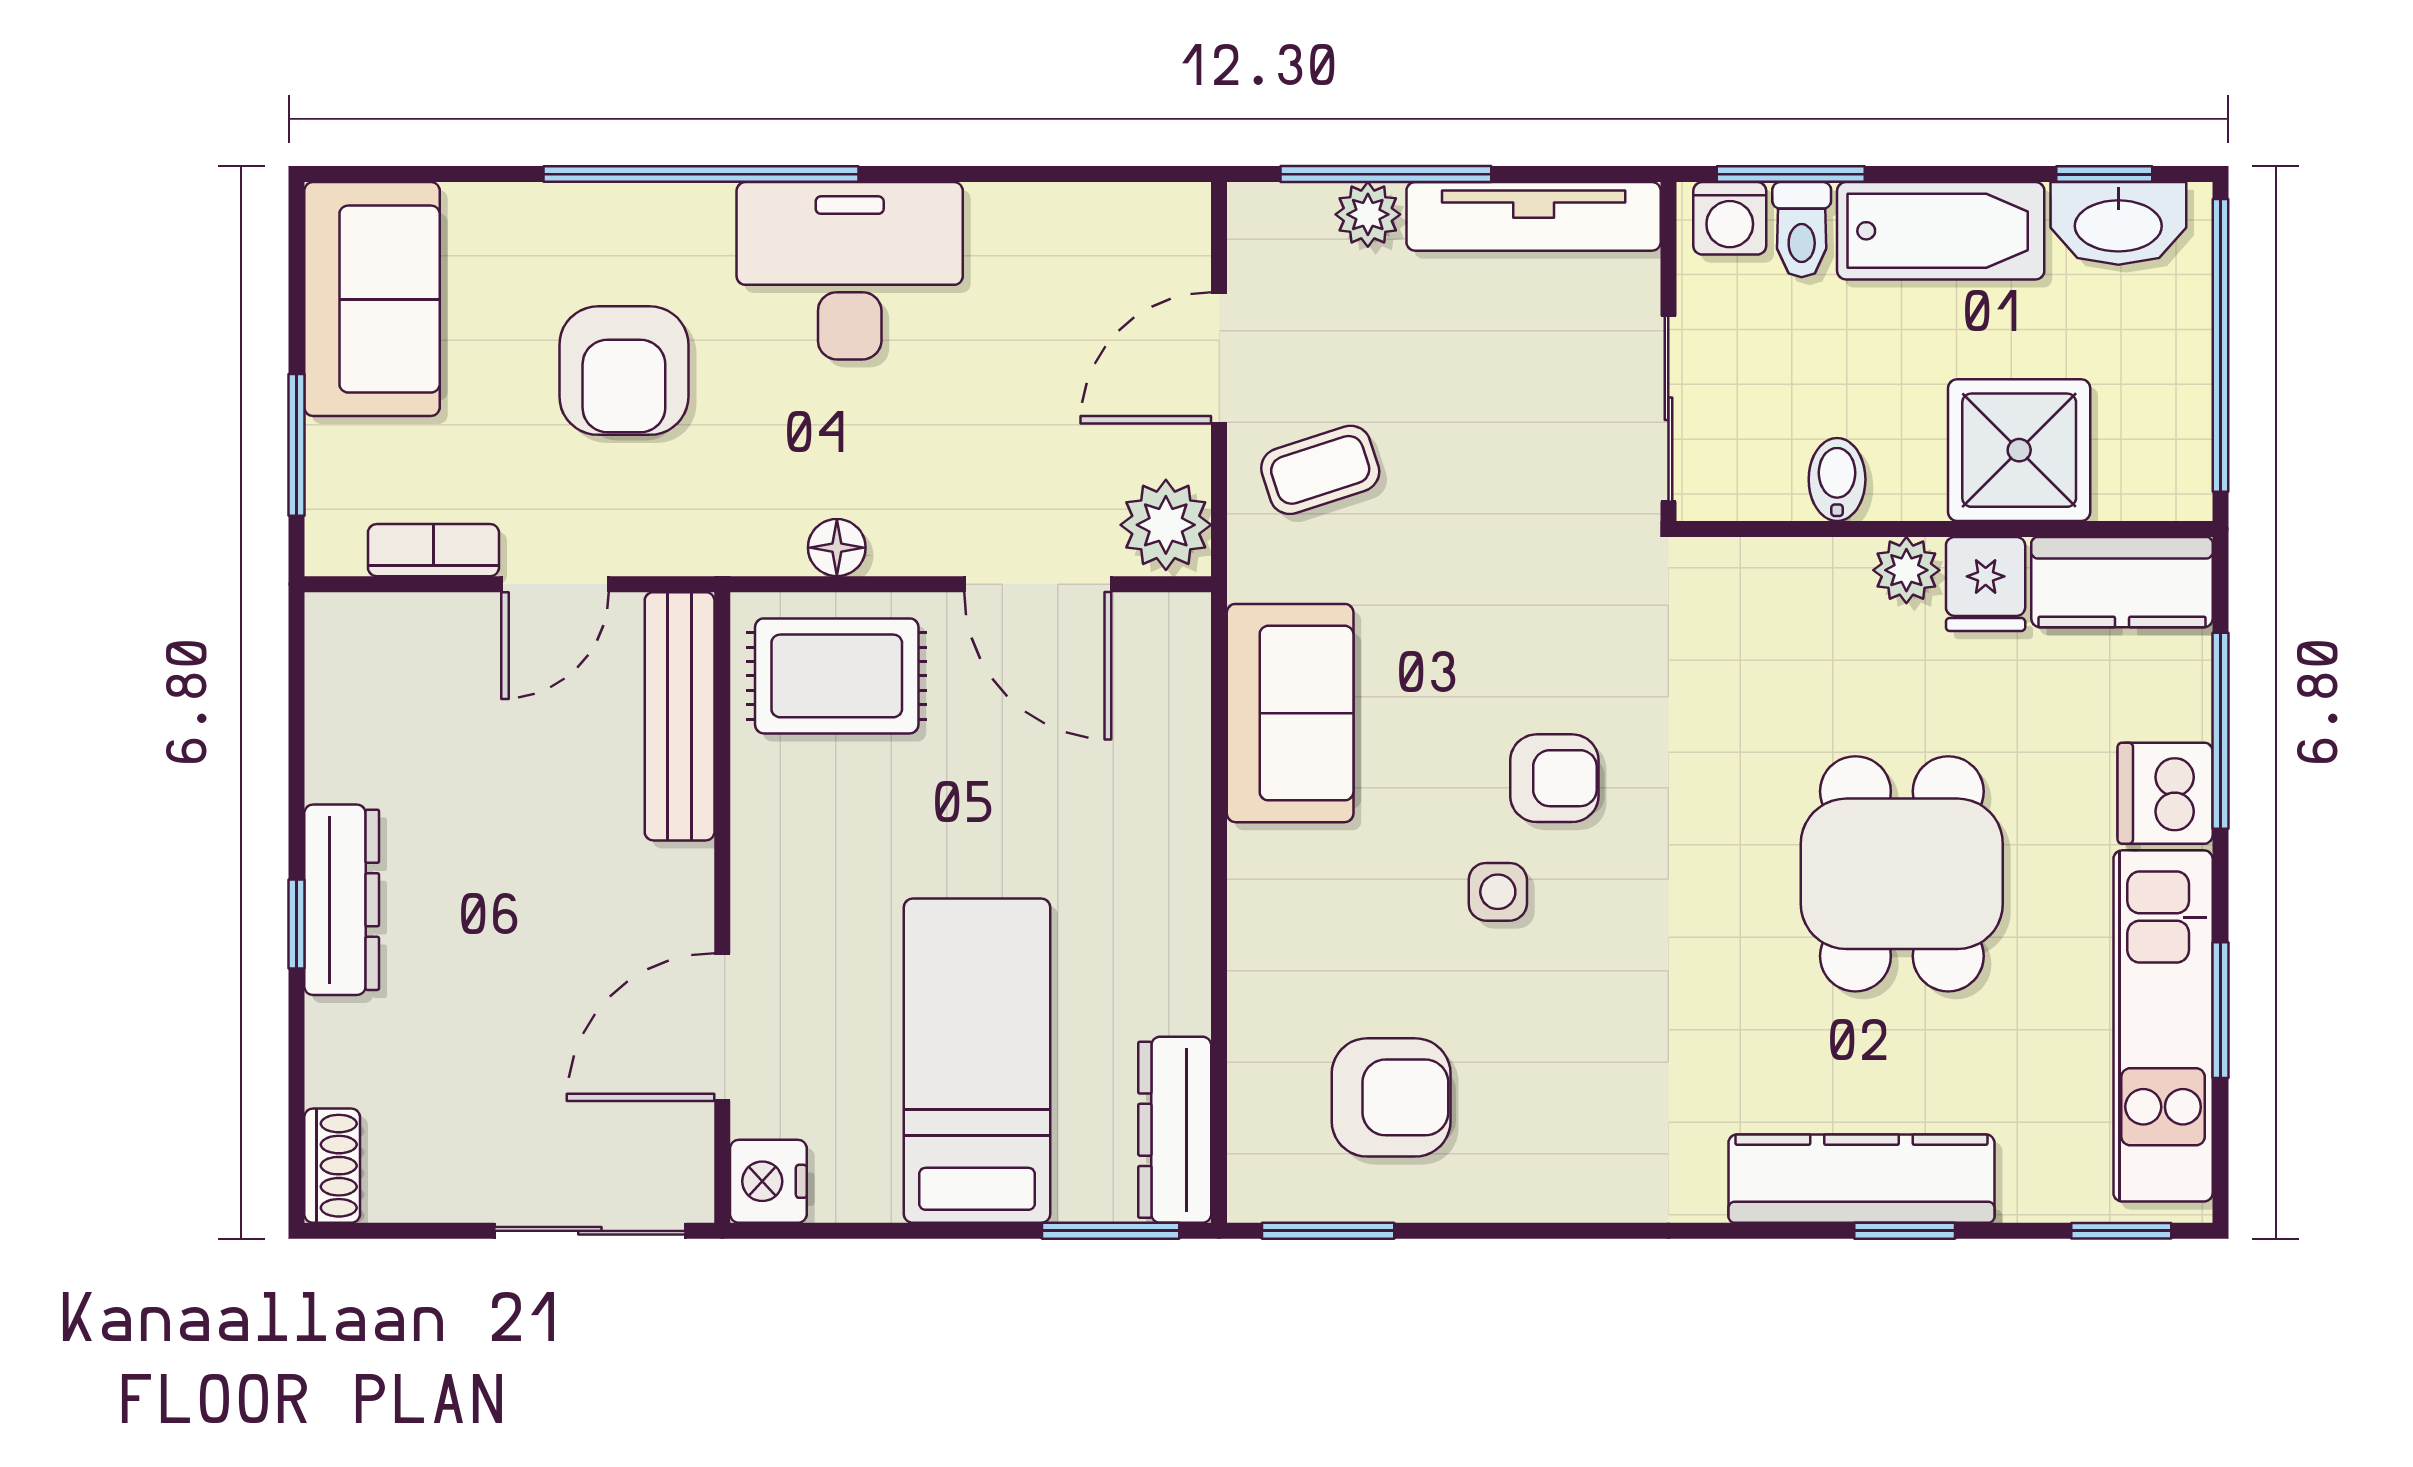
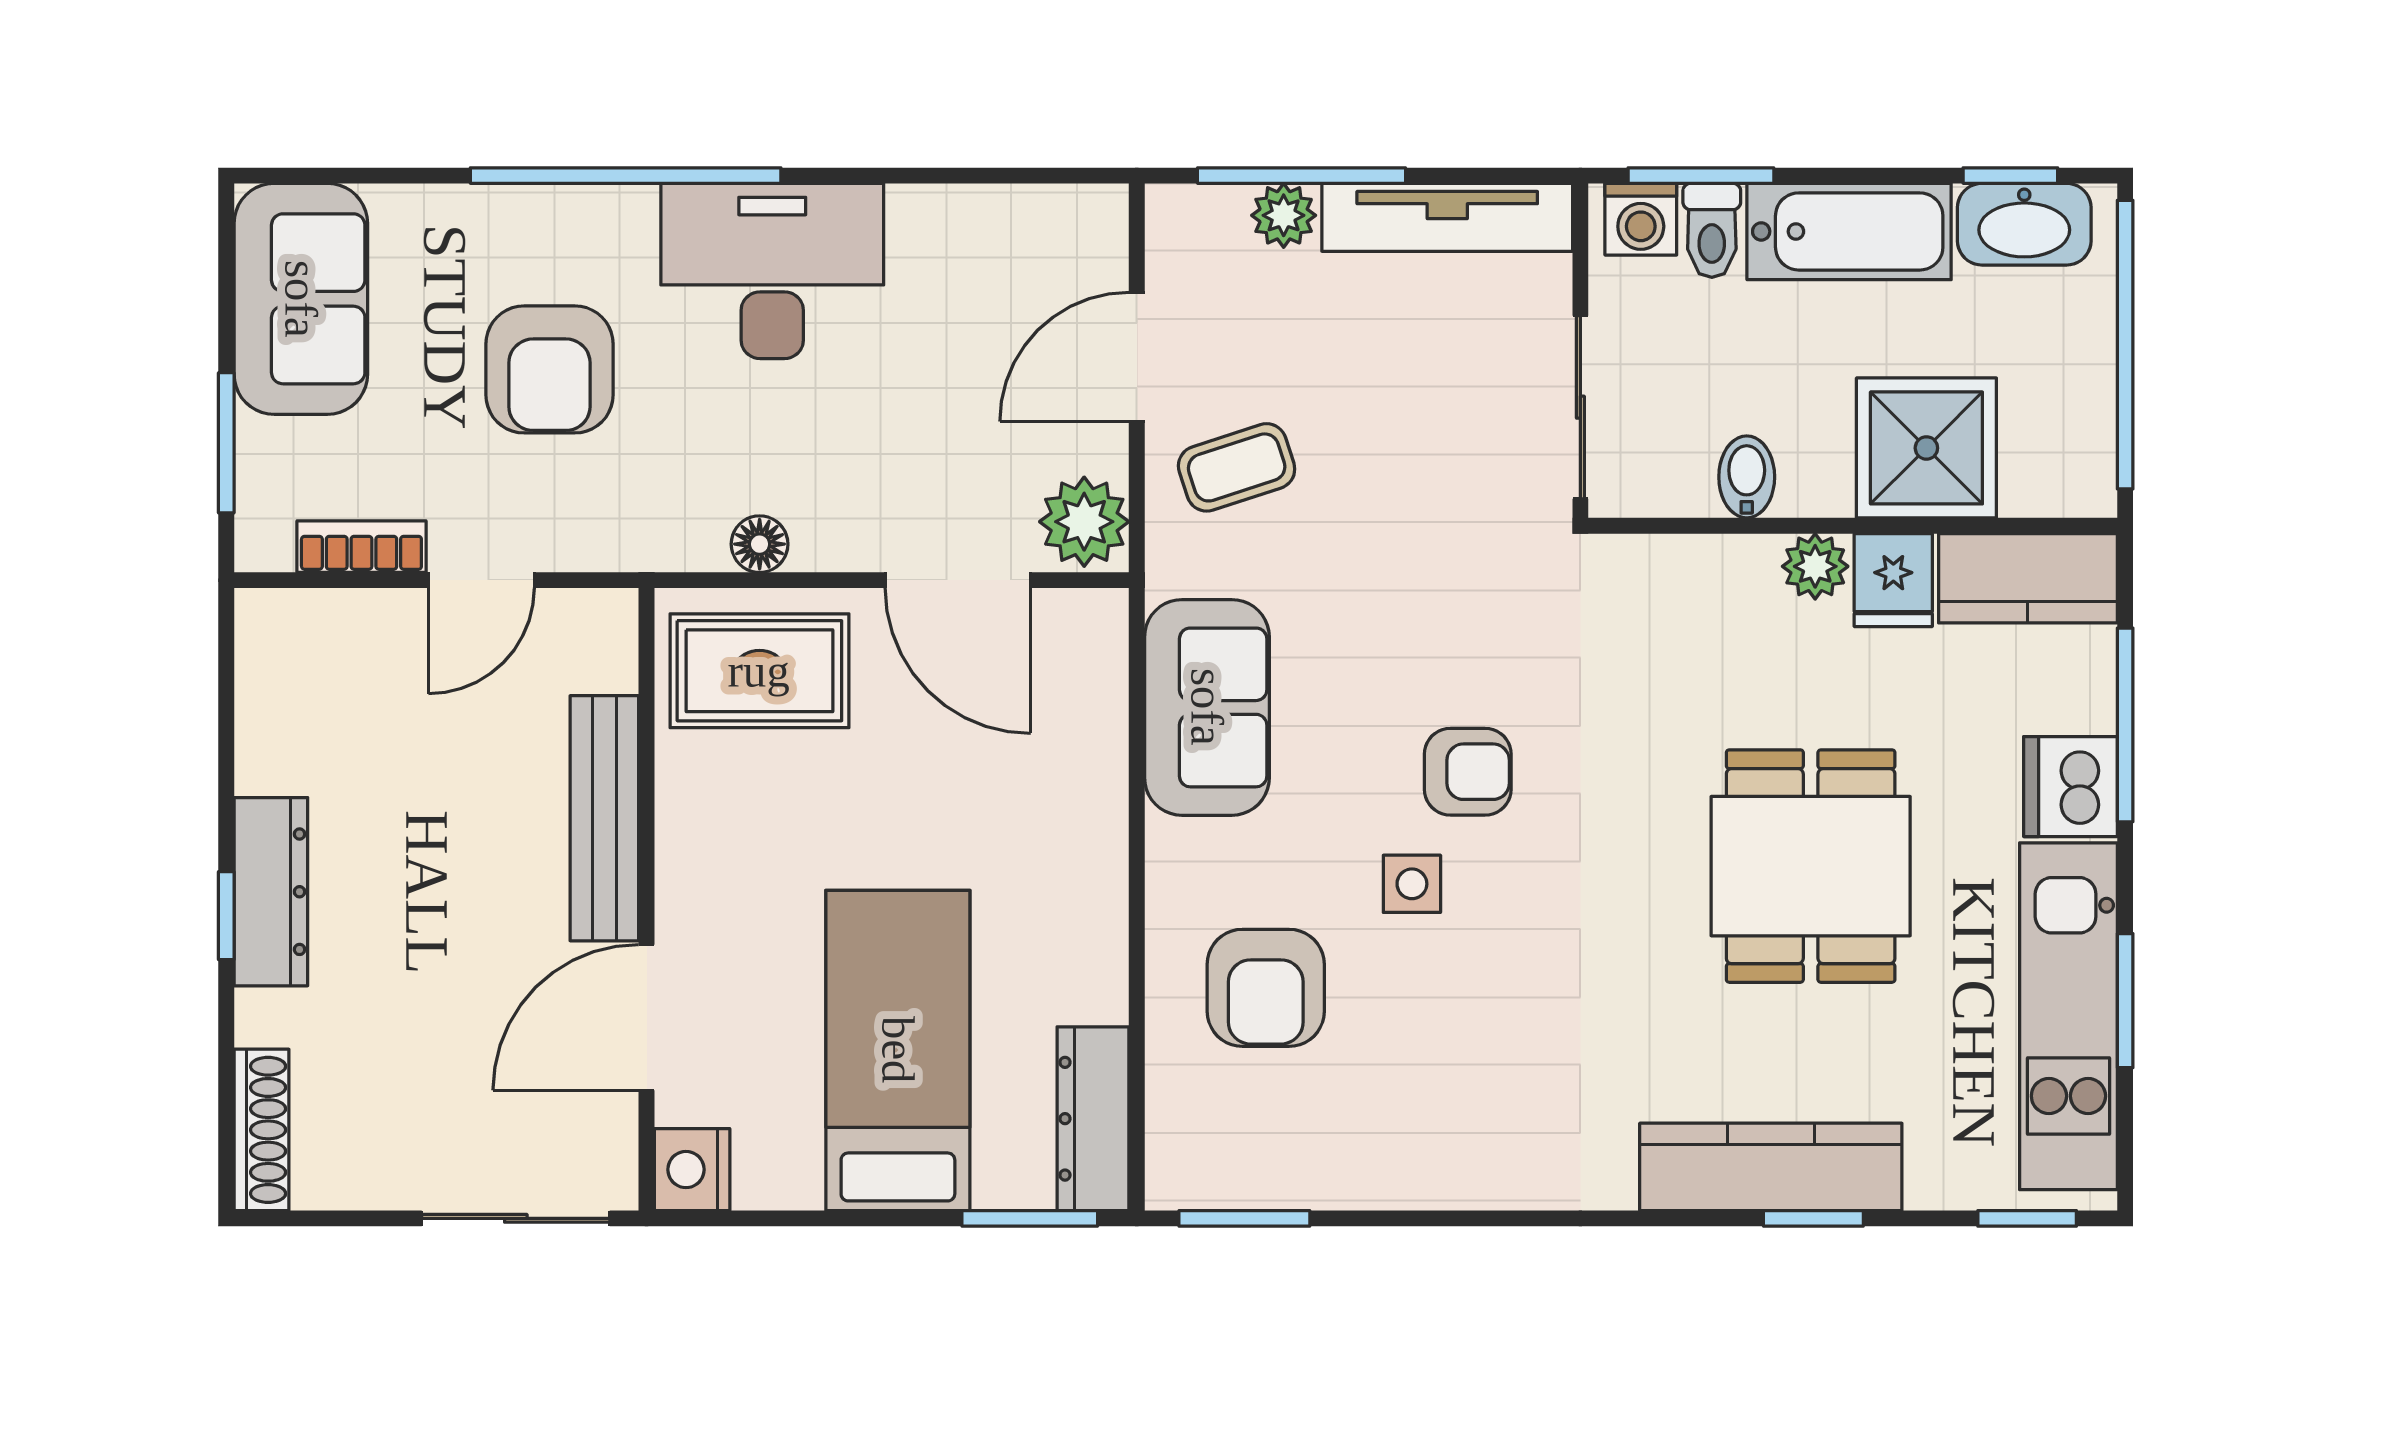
bench: (680, 716) -> (604, 818), moved
armchair: (1391, 1097) -> (1266, 988), moved, turned 90
shoe rack: (332, 1166) -> (261, 1130), width x1.43

